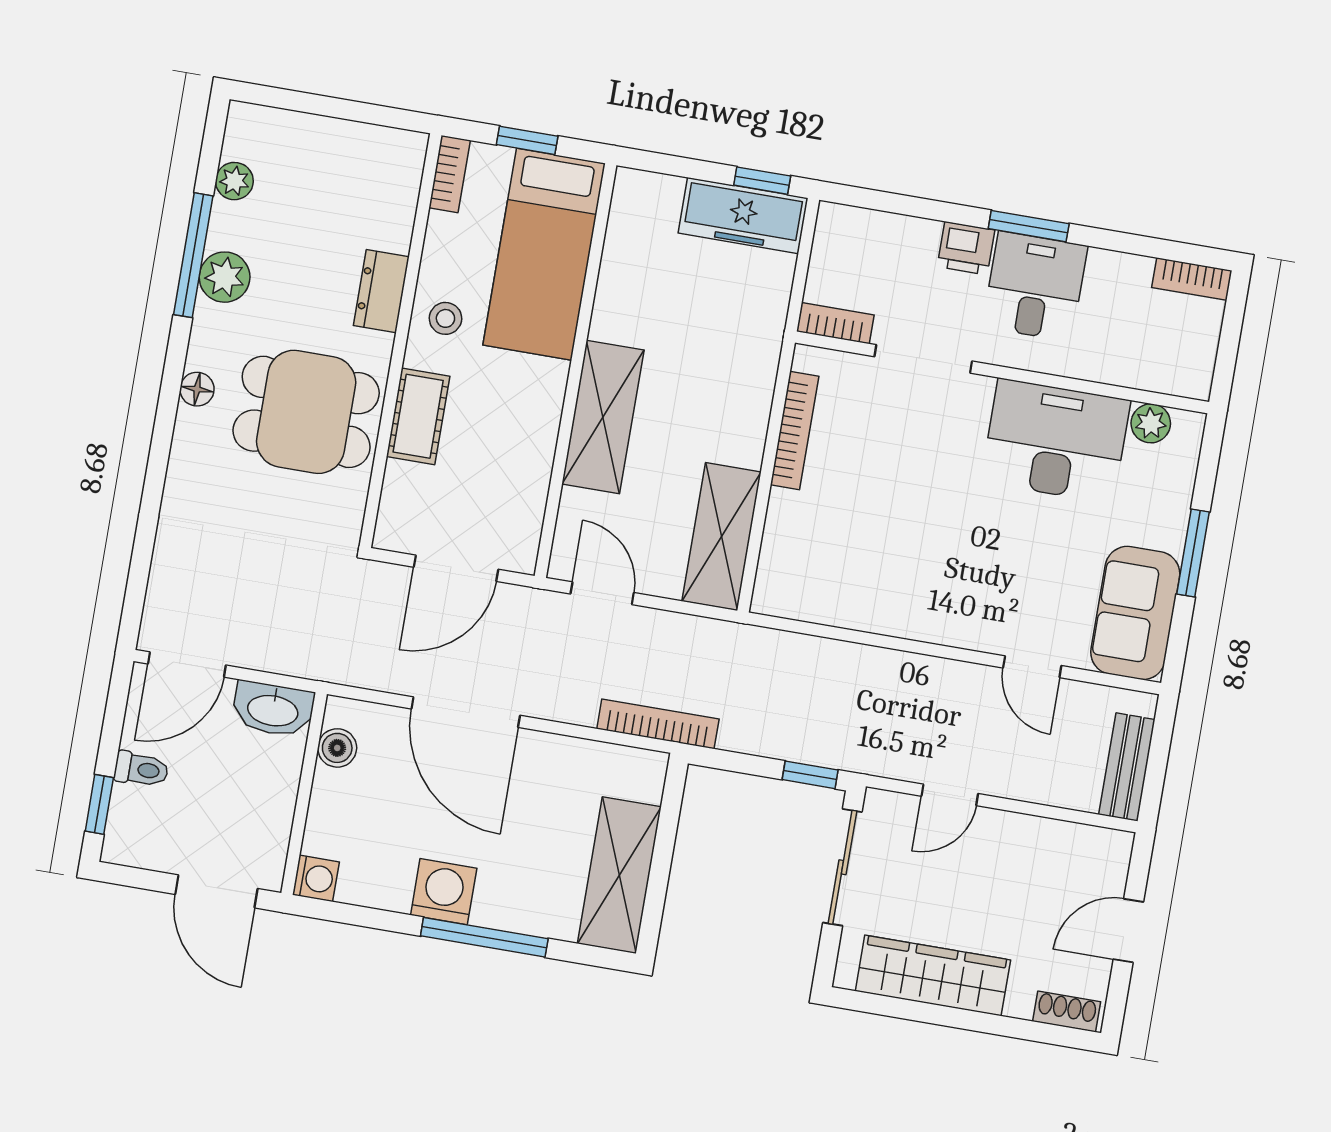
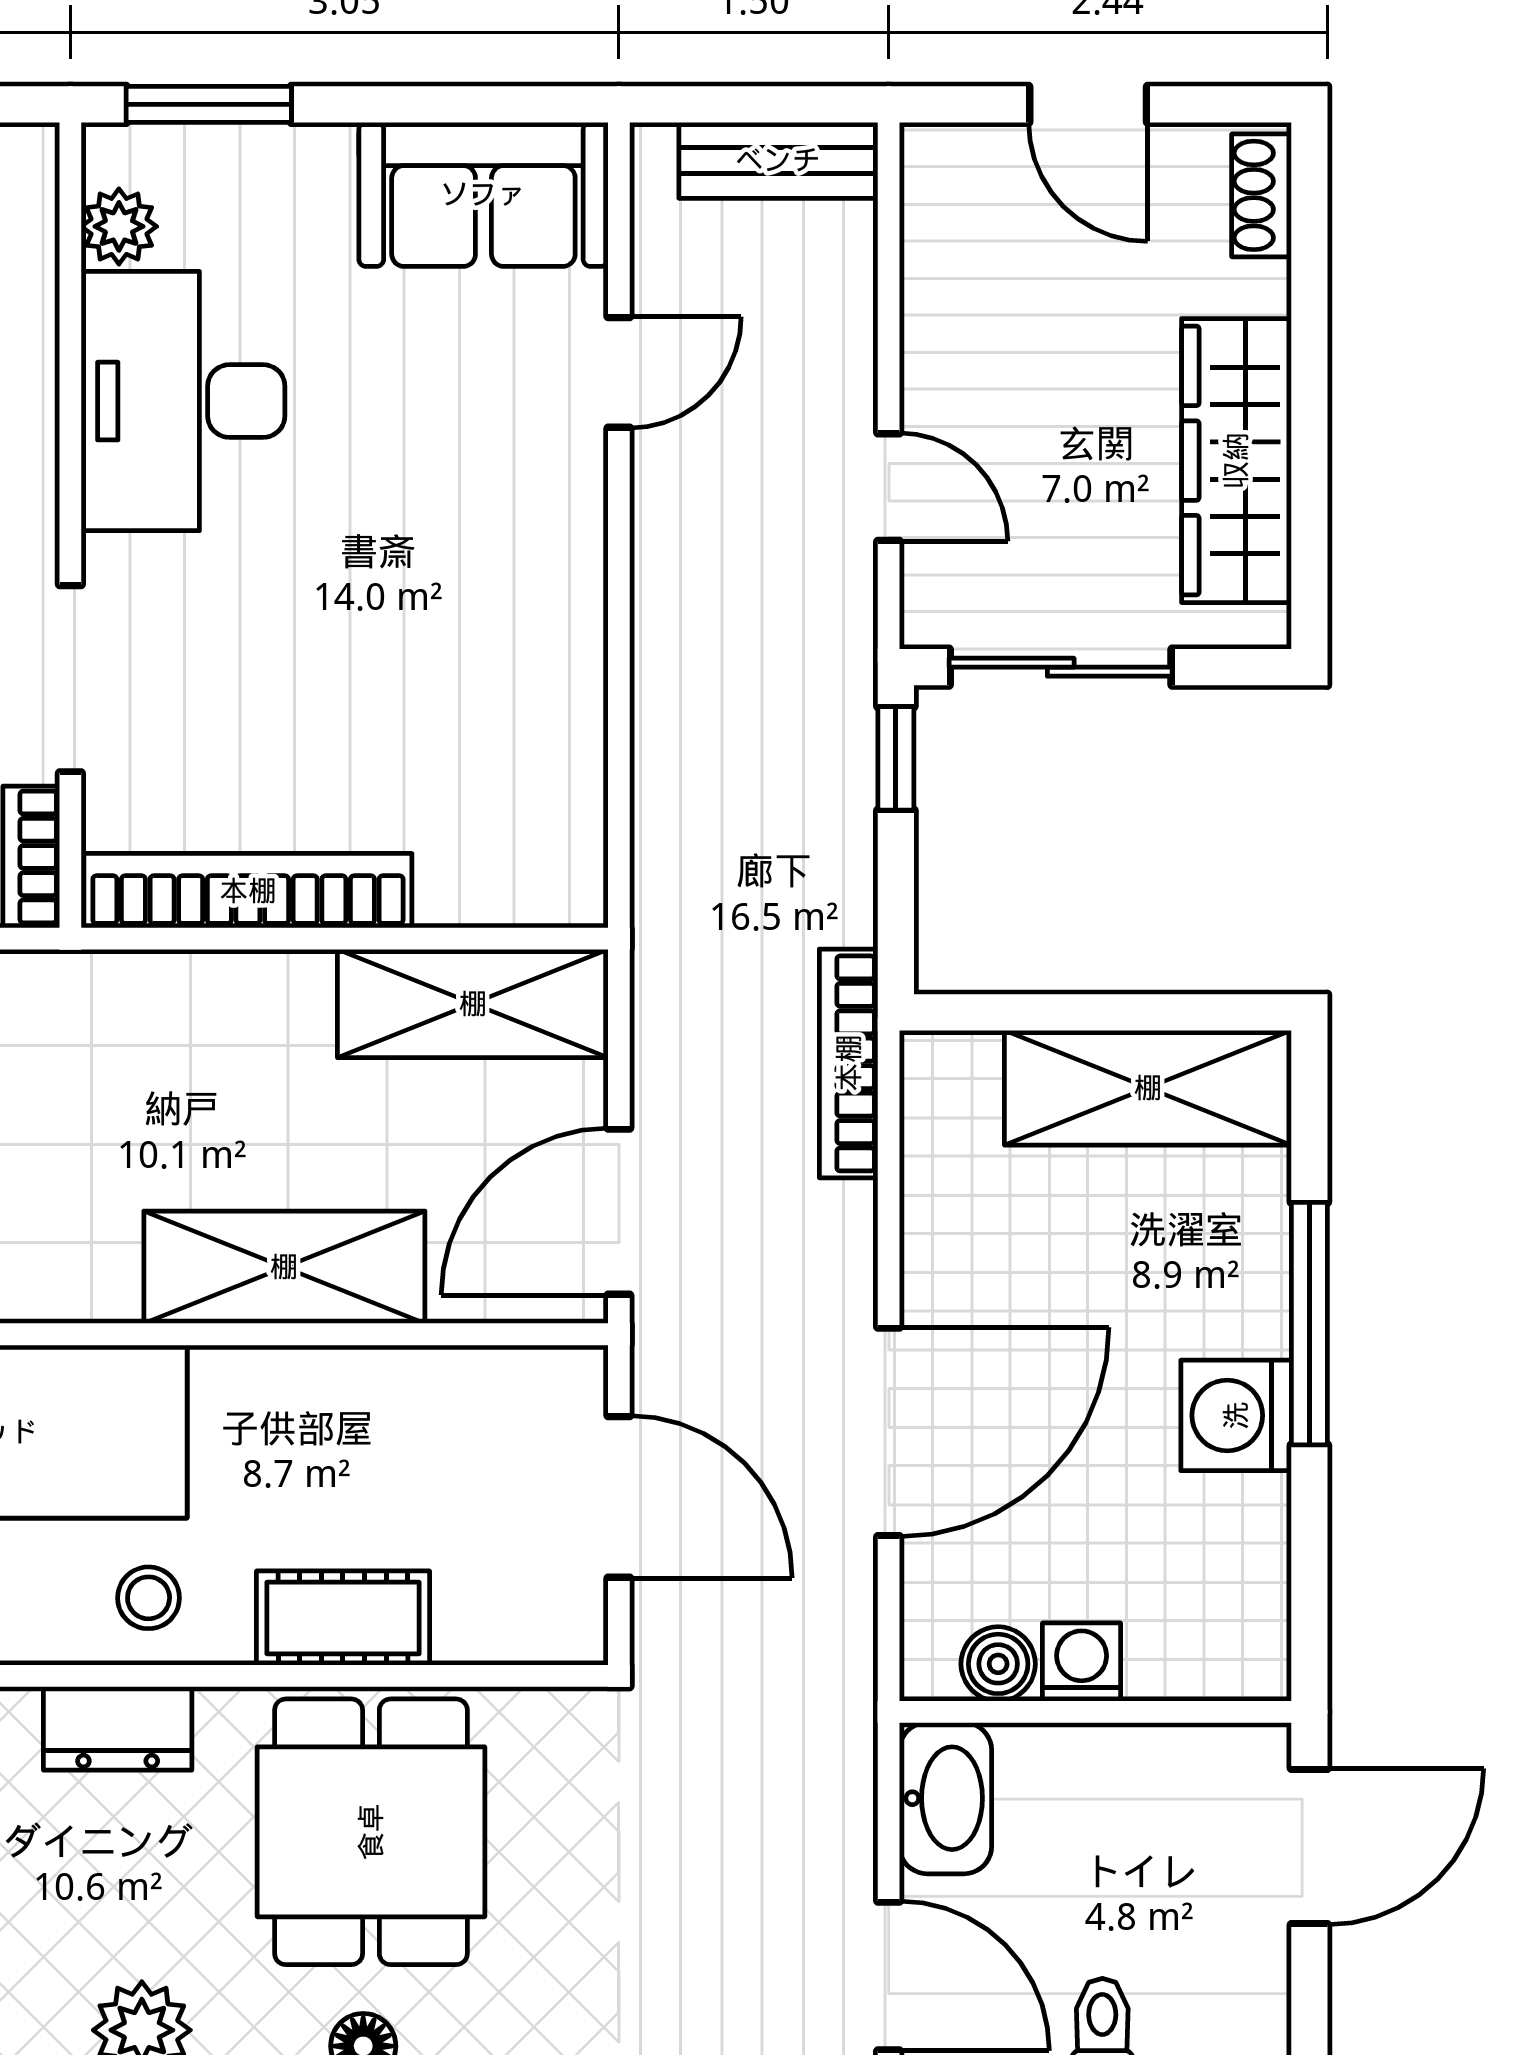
bookcase: (795, 431) -> (248, 891), width x1.48, depth x1.31
window: (1193, 553) -> (209, 104), moved
door: (602, 593) -> (619, 1212), width x1.38
washing machine: (316, 878) -> (1082, 1662), moved

